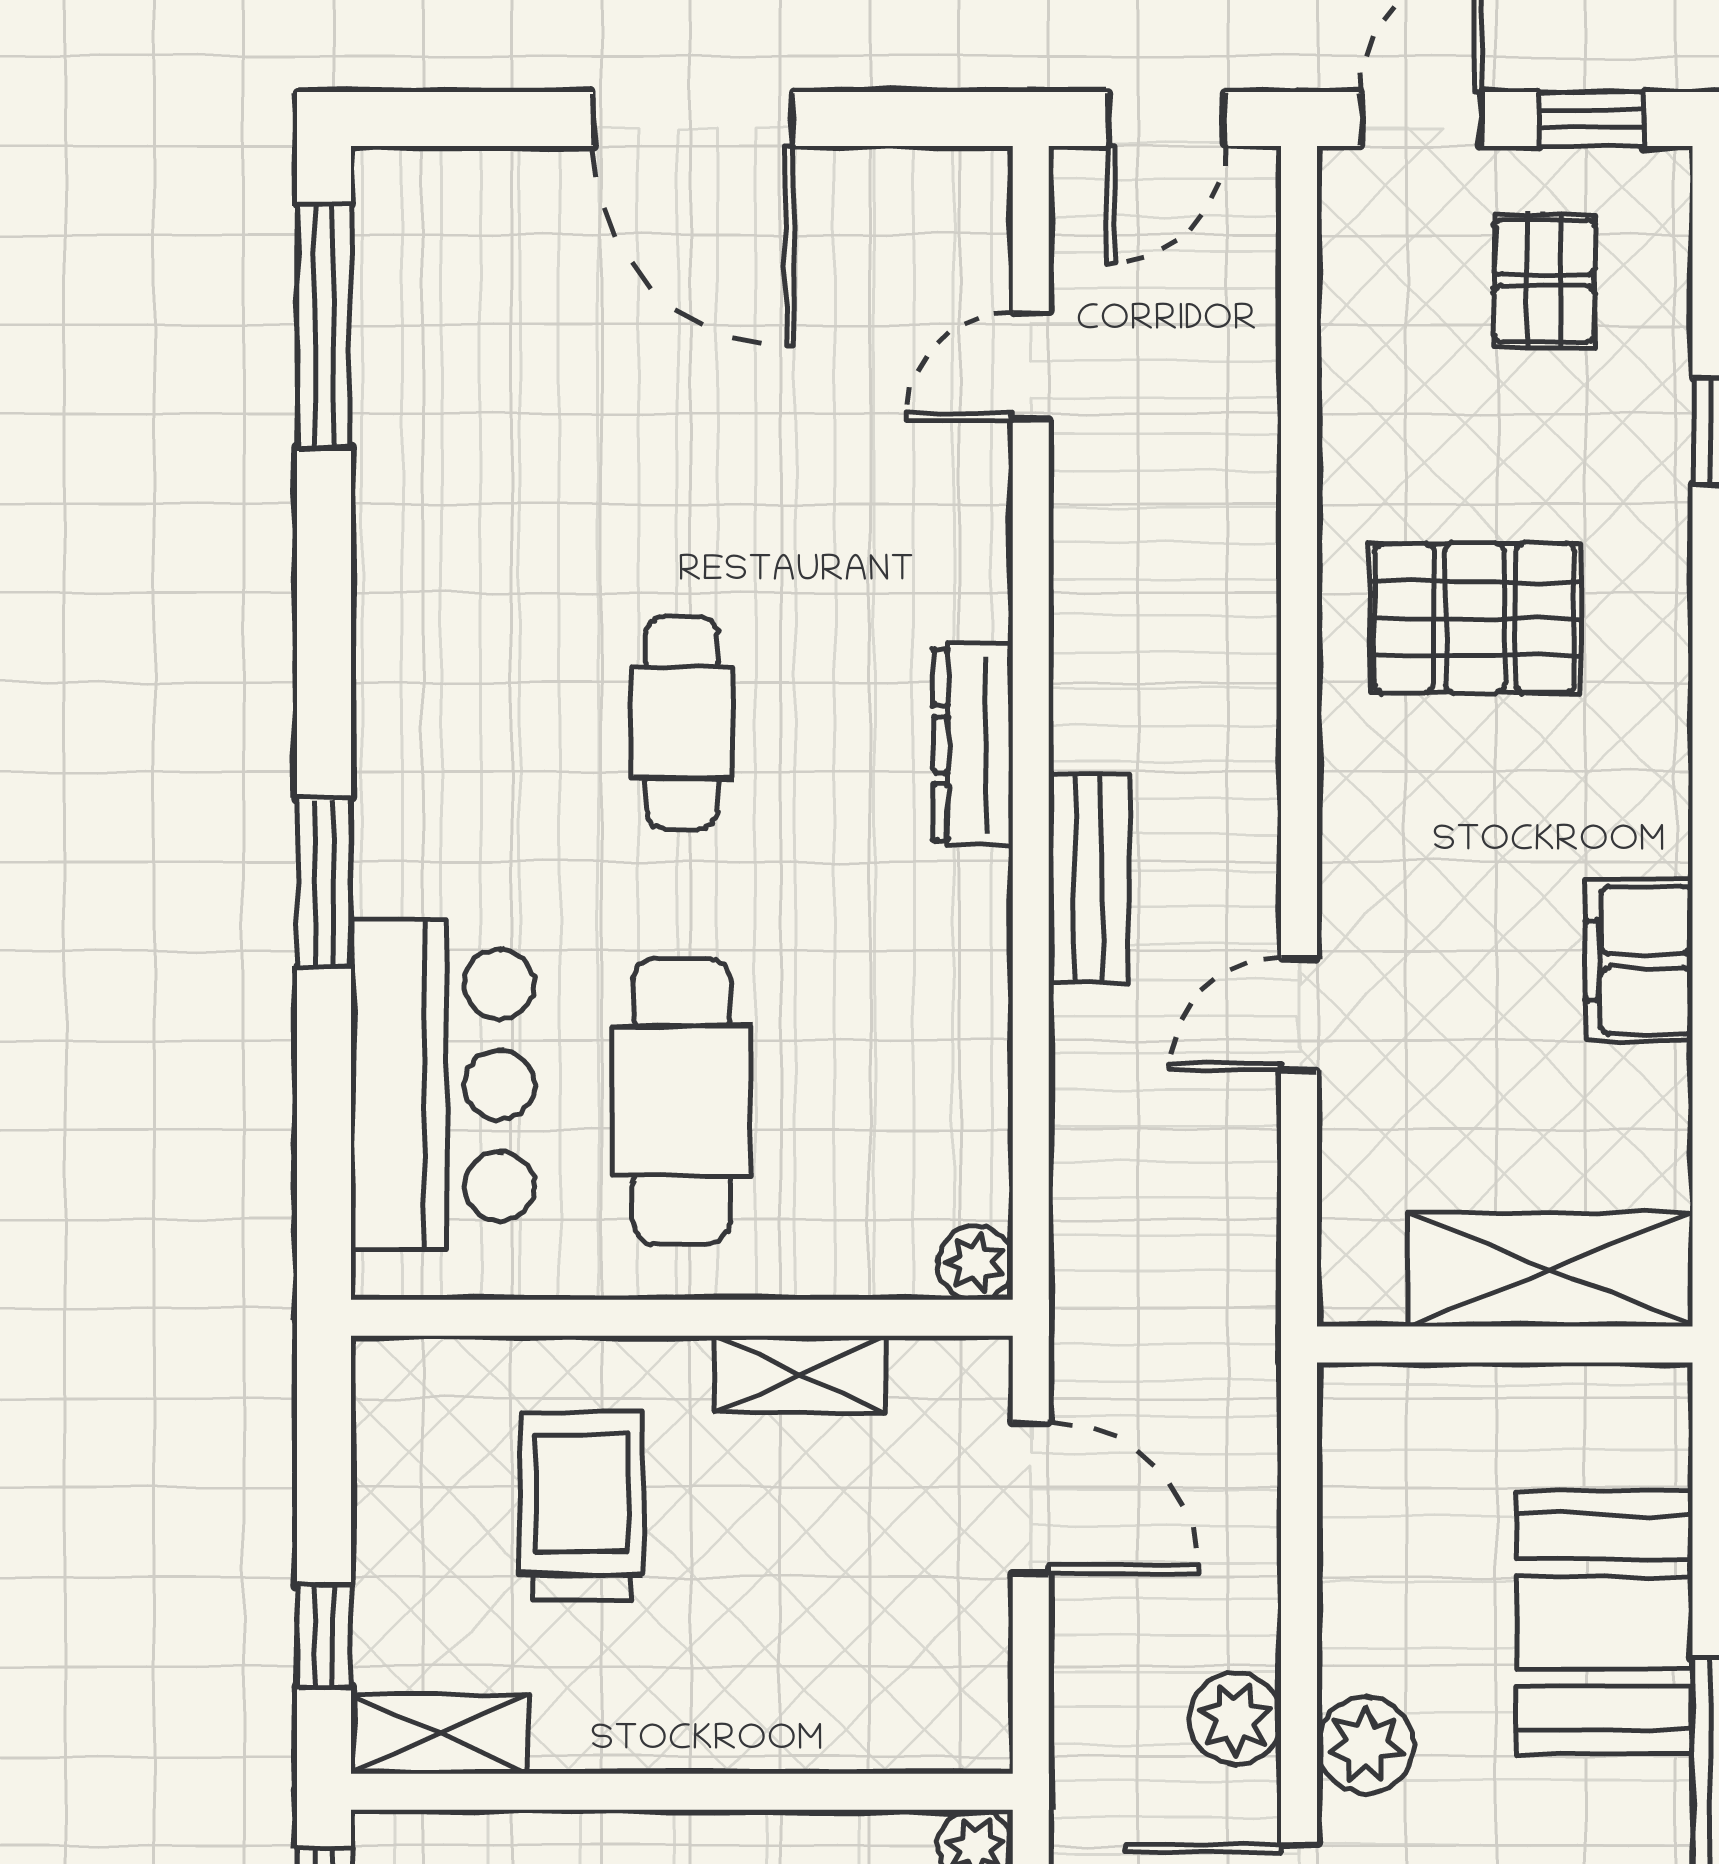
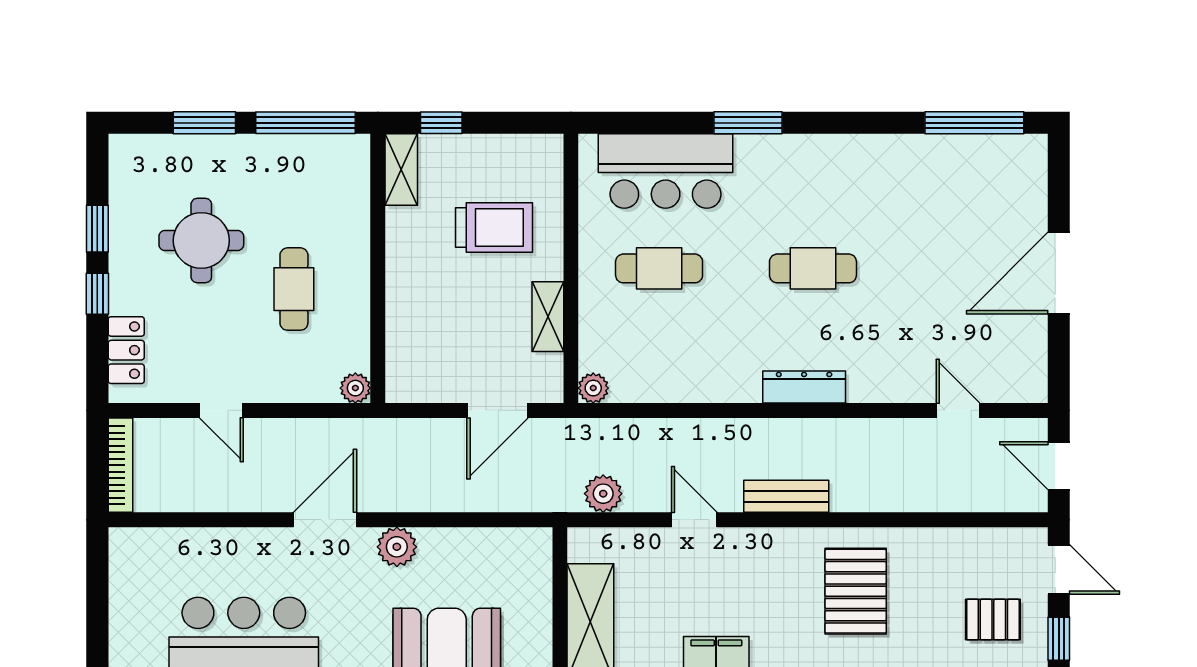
bench: (1088, 879) -> (786, 496), moved
cafe table: (682, 1101) -> (659, 268), width x0.73, depth x0.74
plant: (1235, 1719) -> (603, 494), moved

